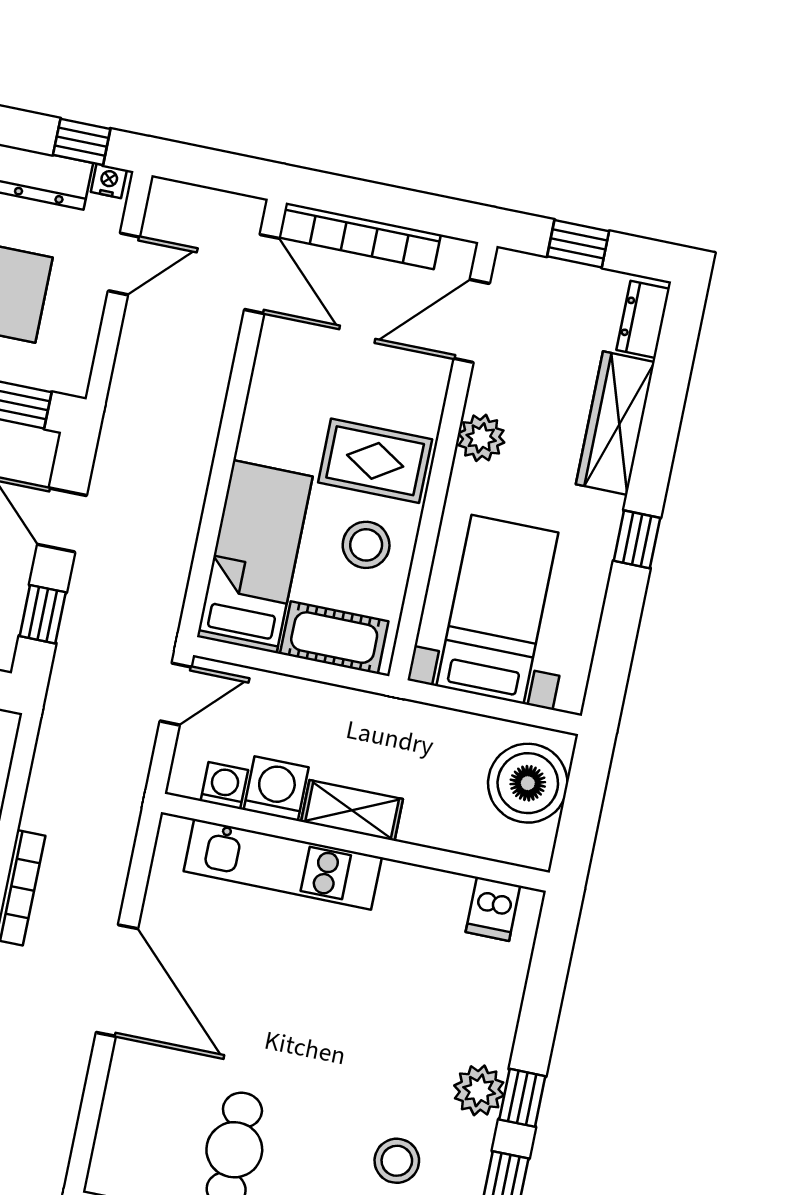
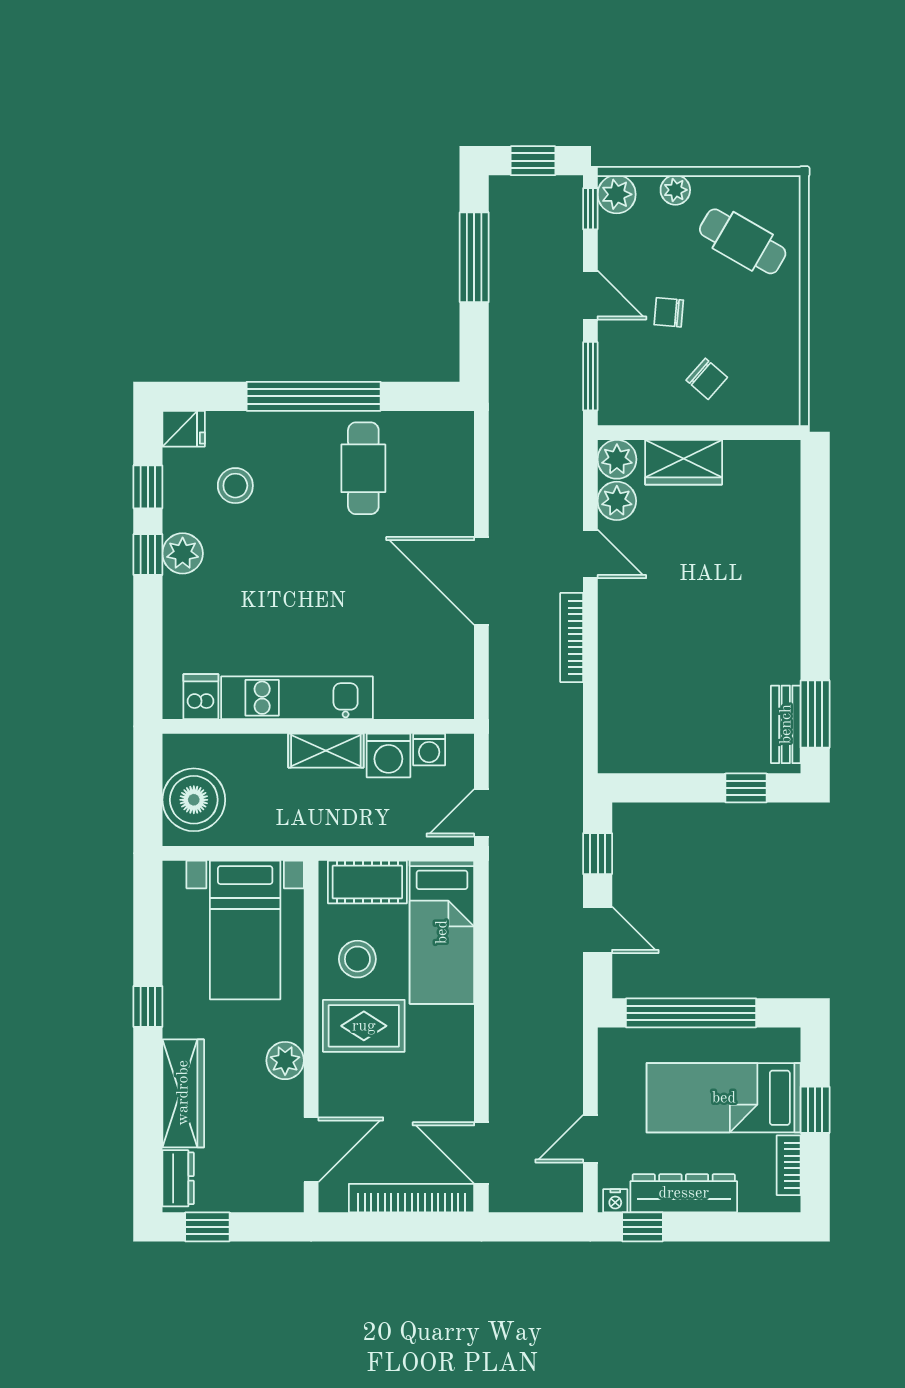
window: (578, 244) -> (207, 1227), moved
kitchen unit: (283, 864) -> (297, 698), moved

